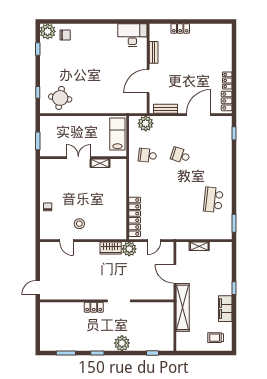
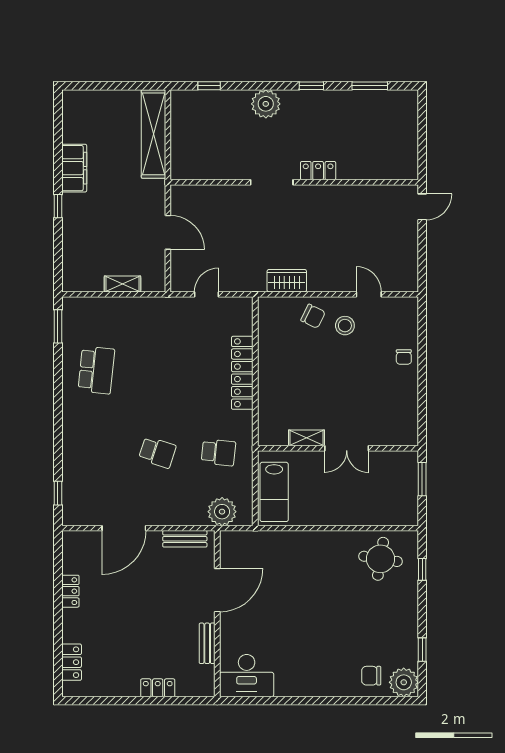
locker: (227, 101) -> (72, 662), moved
locker: (135, 217) -> (242, 373), moved
chair: (97, 229) -> (313, 316), added
plant: (129, 249) -> (252, 279), removed
shelving: (183, 307) -> (153, 134), moved
trolley: (216, 338) -> (92, 114), removed

